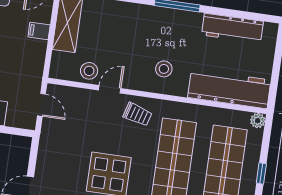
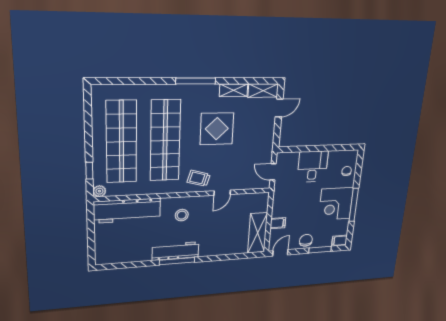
workbench: (232, 28) -> (176, 251), moved
stool: (89, 71) -> (239, 203), removed
window: (261, 173) -> (89, 171), moved

